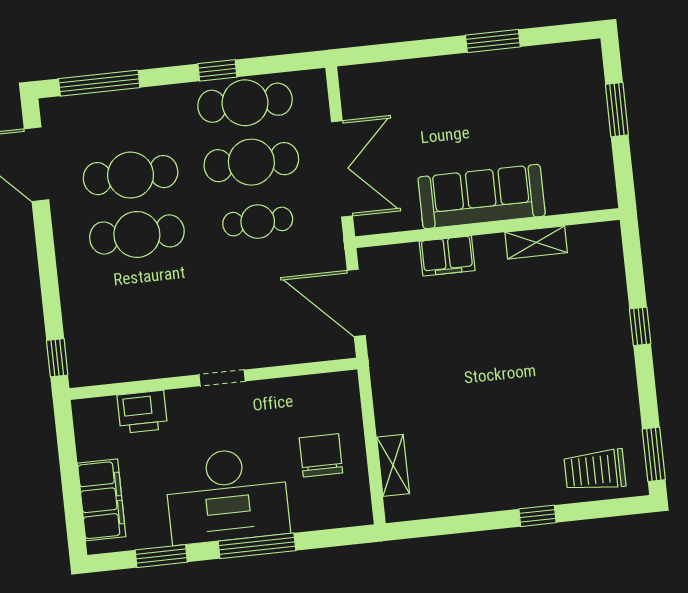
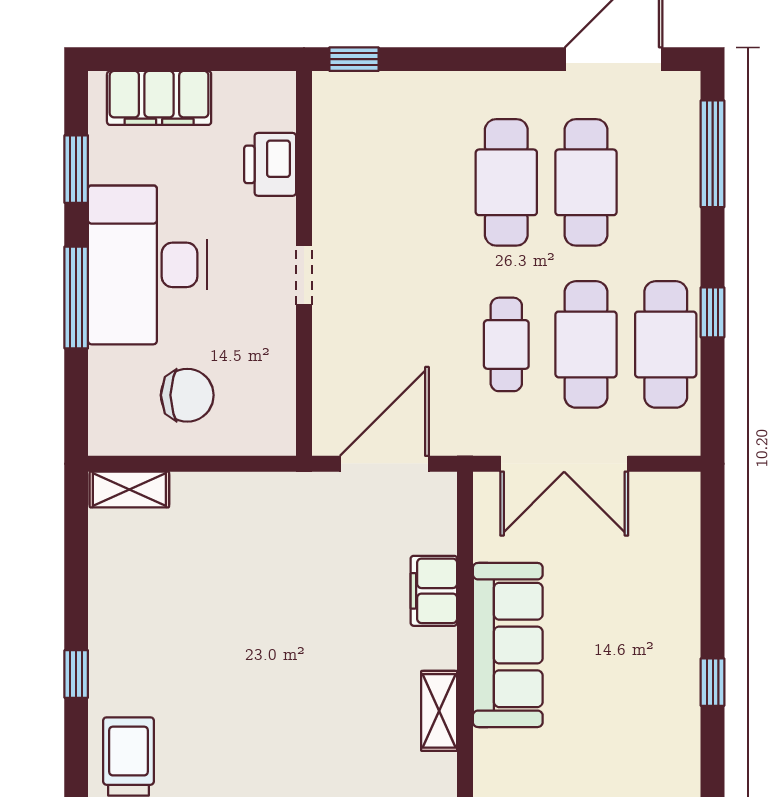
window: (493, 41) -> (713, 682), width x0.67
shelving: (393, 465) -> (129, 489), moved

